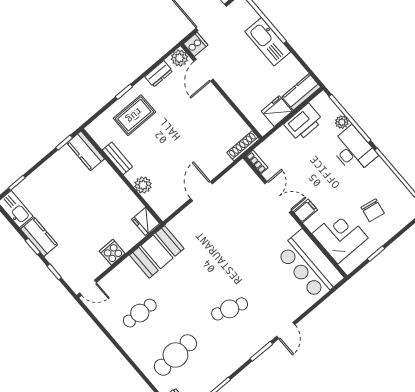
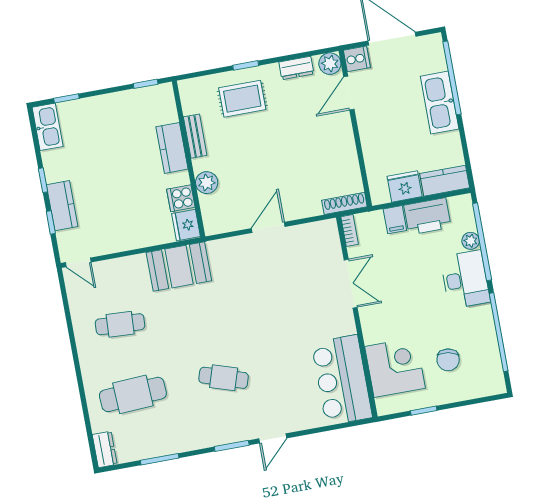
kitchen counter: (86, 151) -> (172, 148), moved
filing cabinet: (305, 211) -> (395, 220), moved, turned 90
kitchen counter: (39, 237) -> (62, 206), moved
cooker: (112, 252) -> (181, 198), moved, turned -90

